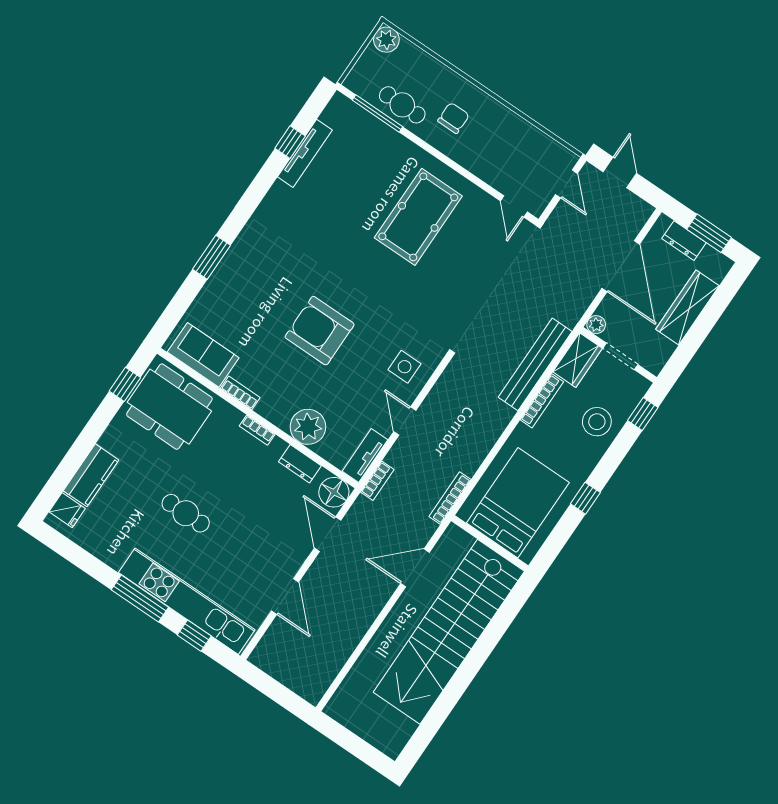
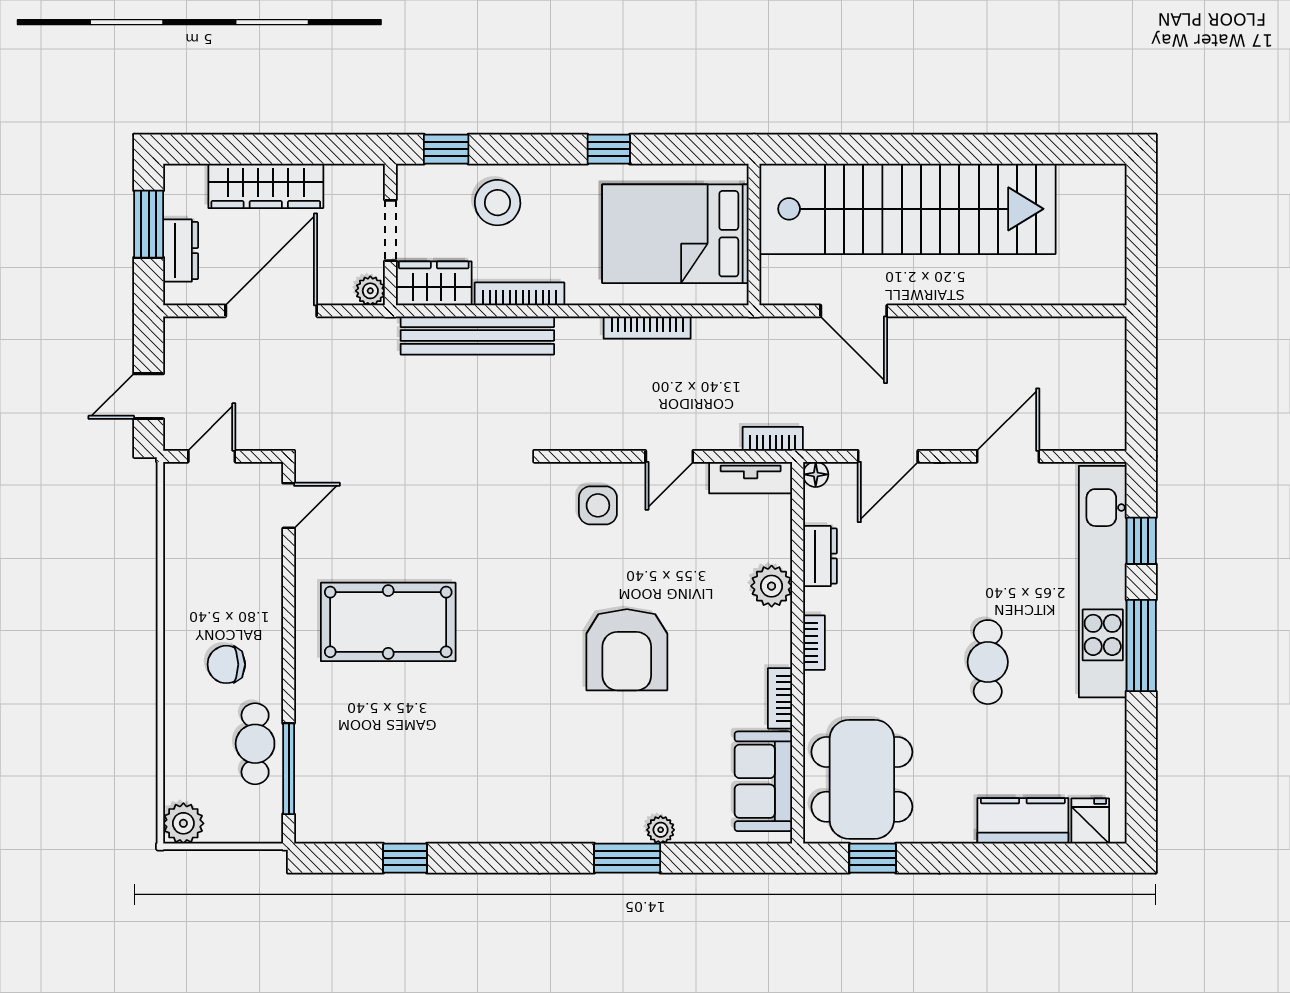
tv unit: (305, 153) -> (407, 828), removed
plant: (214, 285) -> (661, 830), added
plant: (308, 427) -> (772, 586), width x0.73, depth x0.73
floor lamp: (334, 492) -> (816, 474), width x0.53, depth x0.53
bookcase: (450, 498) -> (647, 327), moved

